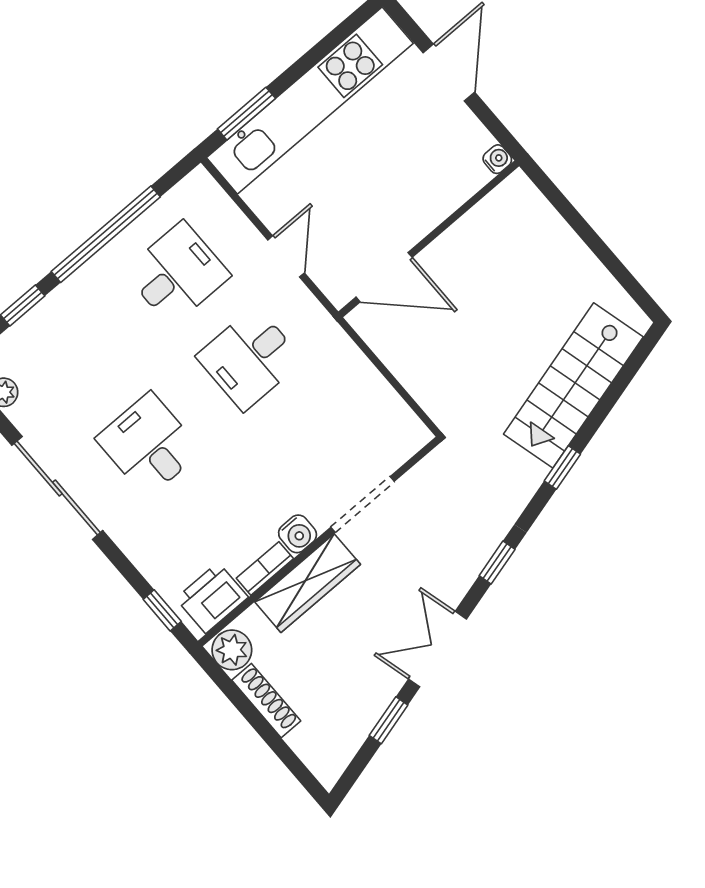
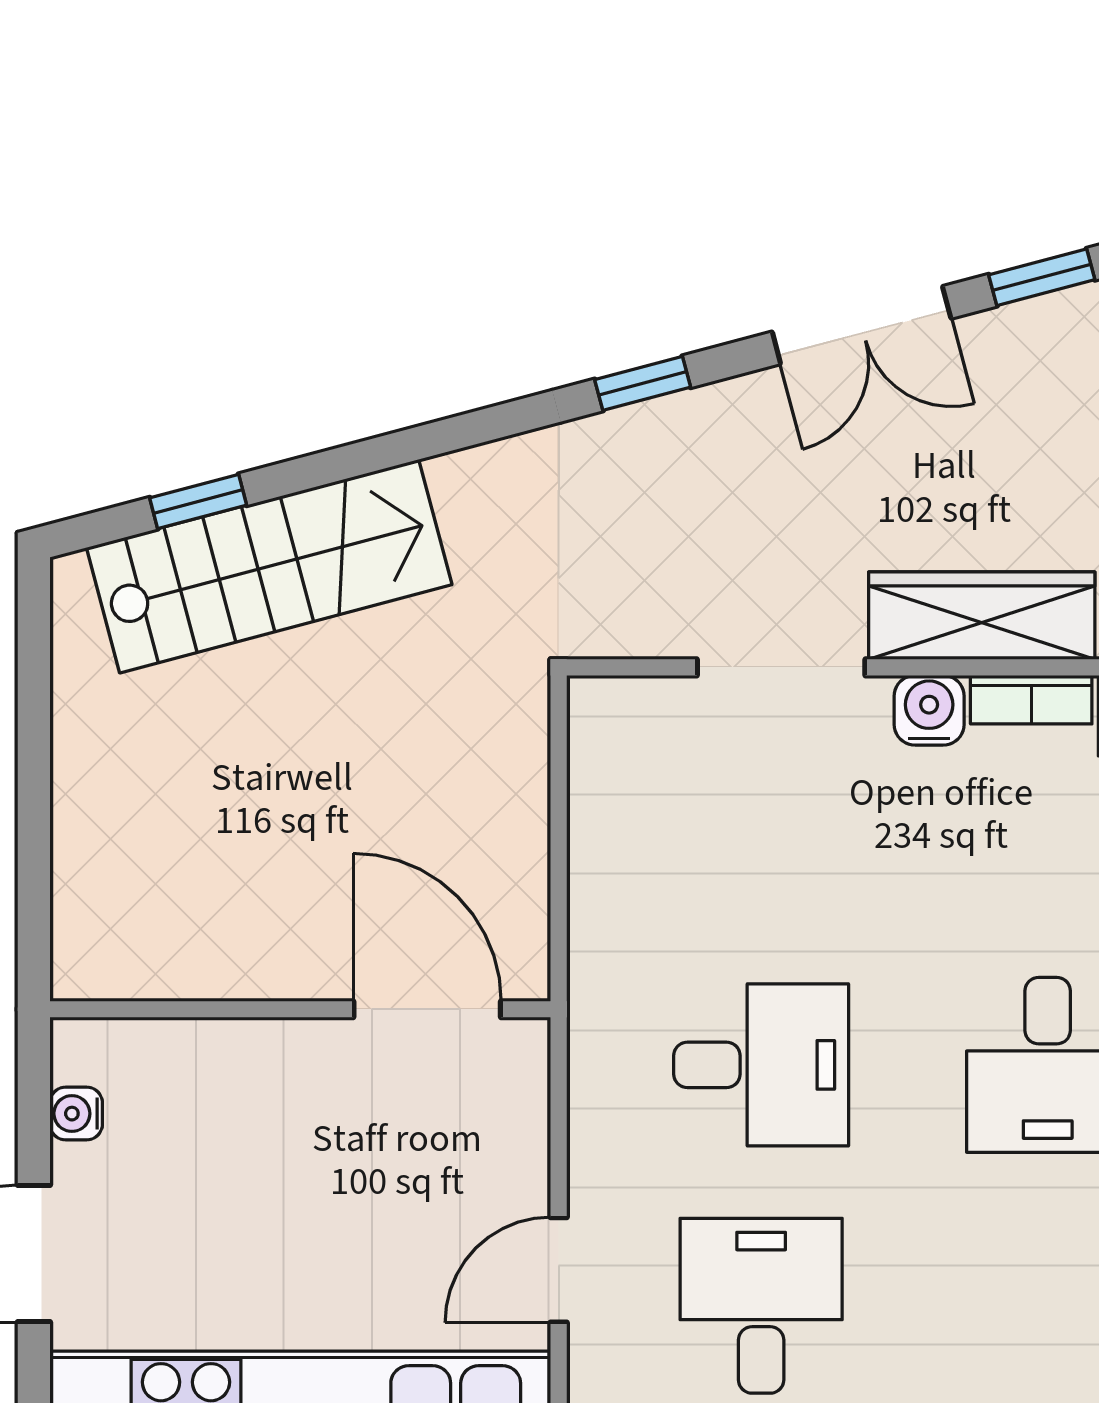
water cooler: (497, 159) -> (76, 1114), moved
door: (286, 256) -> (559, 1270), moved
desk: (177, 274) -> (761, 1306), turned 90
window: (562, 468) -> (198, 501), moved

